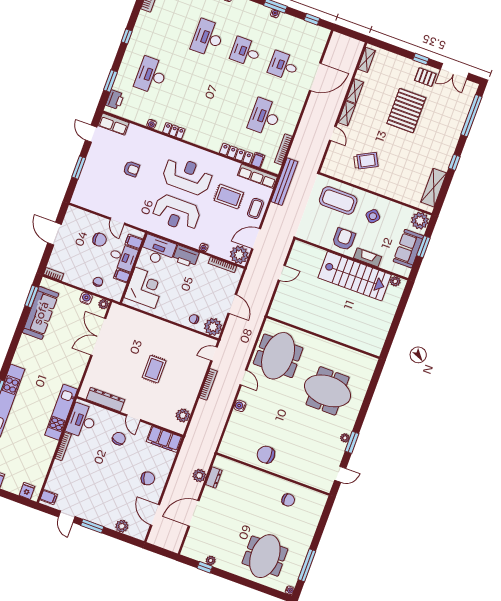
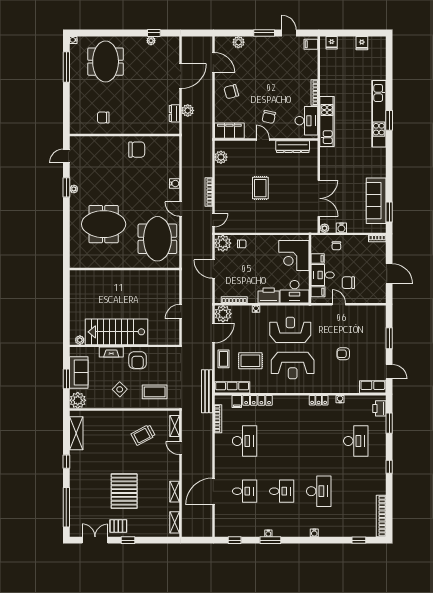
shelving: (347, 114) -> (175, 426), moved
coffee table: (338, 200) -> (155, 392), width x0.73, depth x0.76

